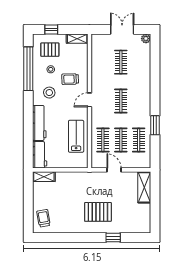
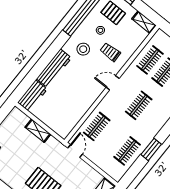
lab bench: (76, 136) -> (76, 105), removed
clothes rail: (121, 140) -> (150, 60), moved
door: (114, 170) -> (75, 151), moved
shelving: (44, 177) -> (38, 131), moved

